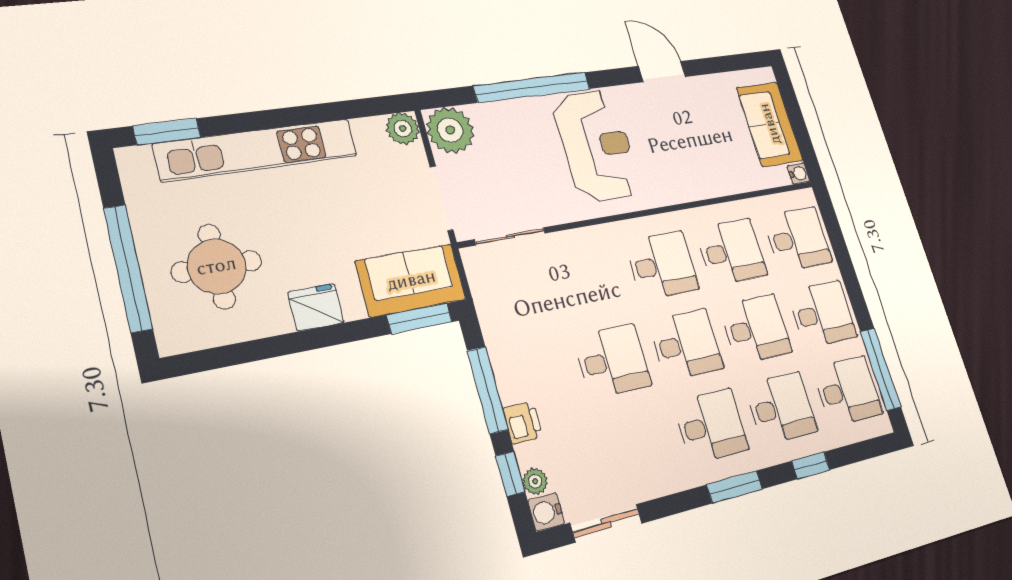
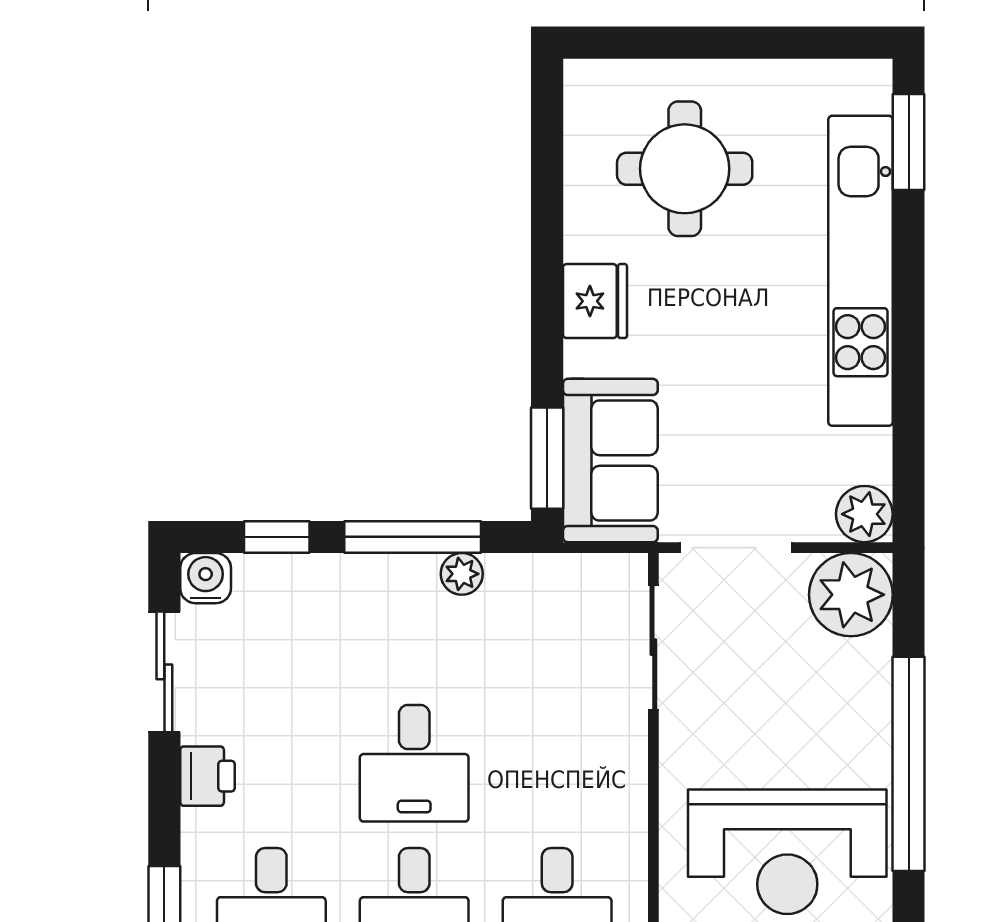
window: (128, 268) -> (704, 43), removed
printer: (523, 423) -> (207, 776), moved, turned -90
plant: (535, 481) -> (462, 574), moved

